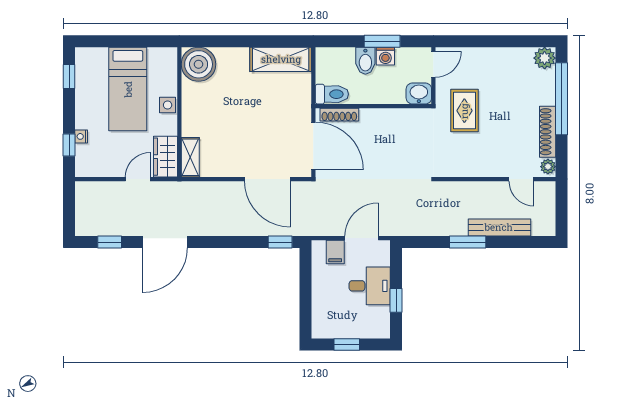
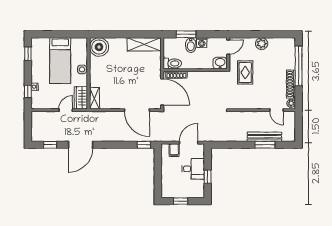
window: (382, 41) -> (186, 34), moved
plant: (545, 58) -> (262, 44), moved
window: (468, 242) -> (265, 145), moved

